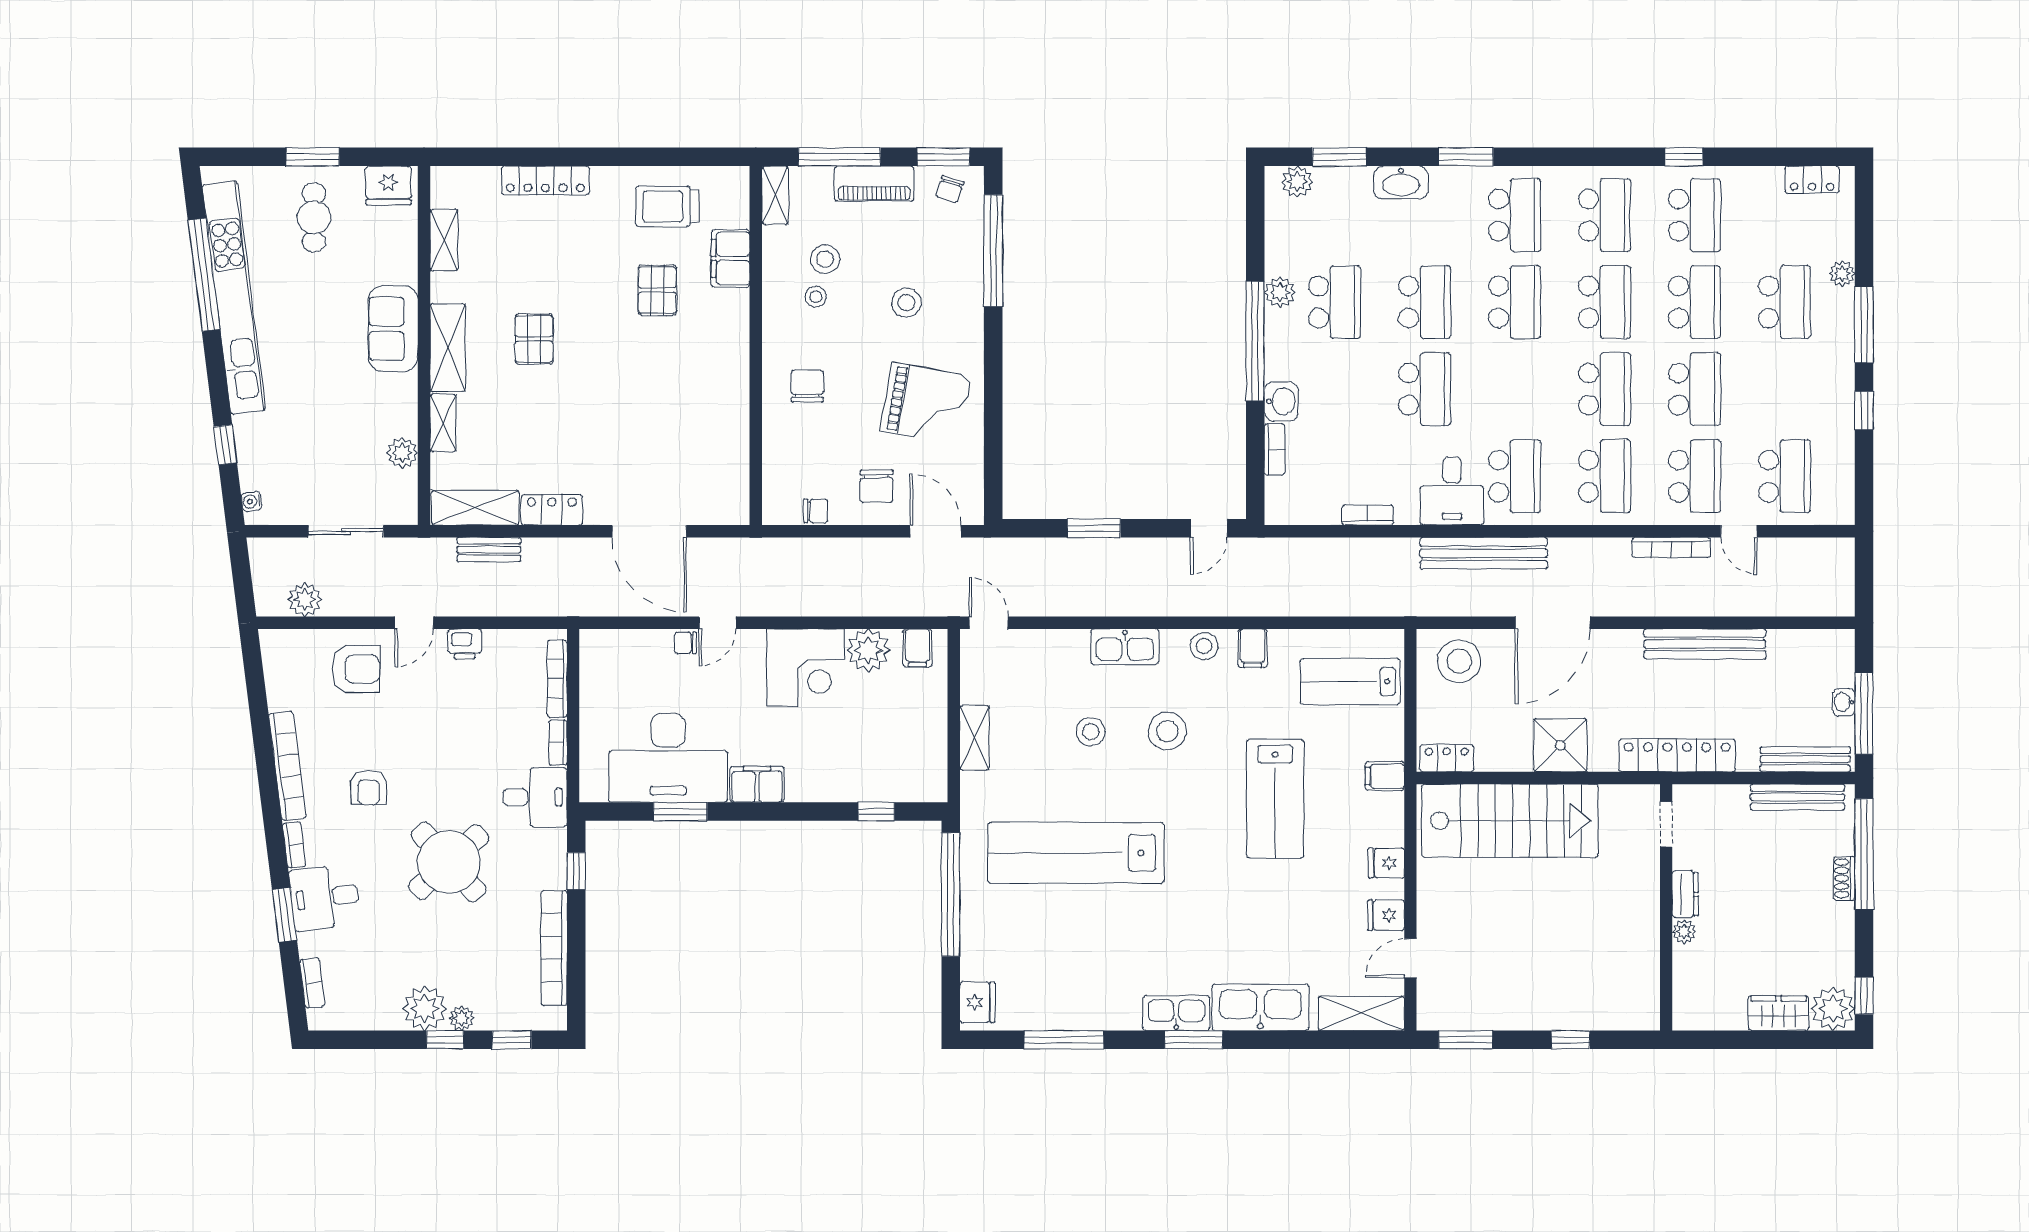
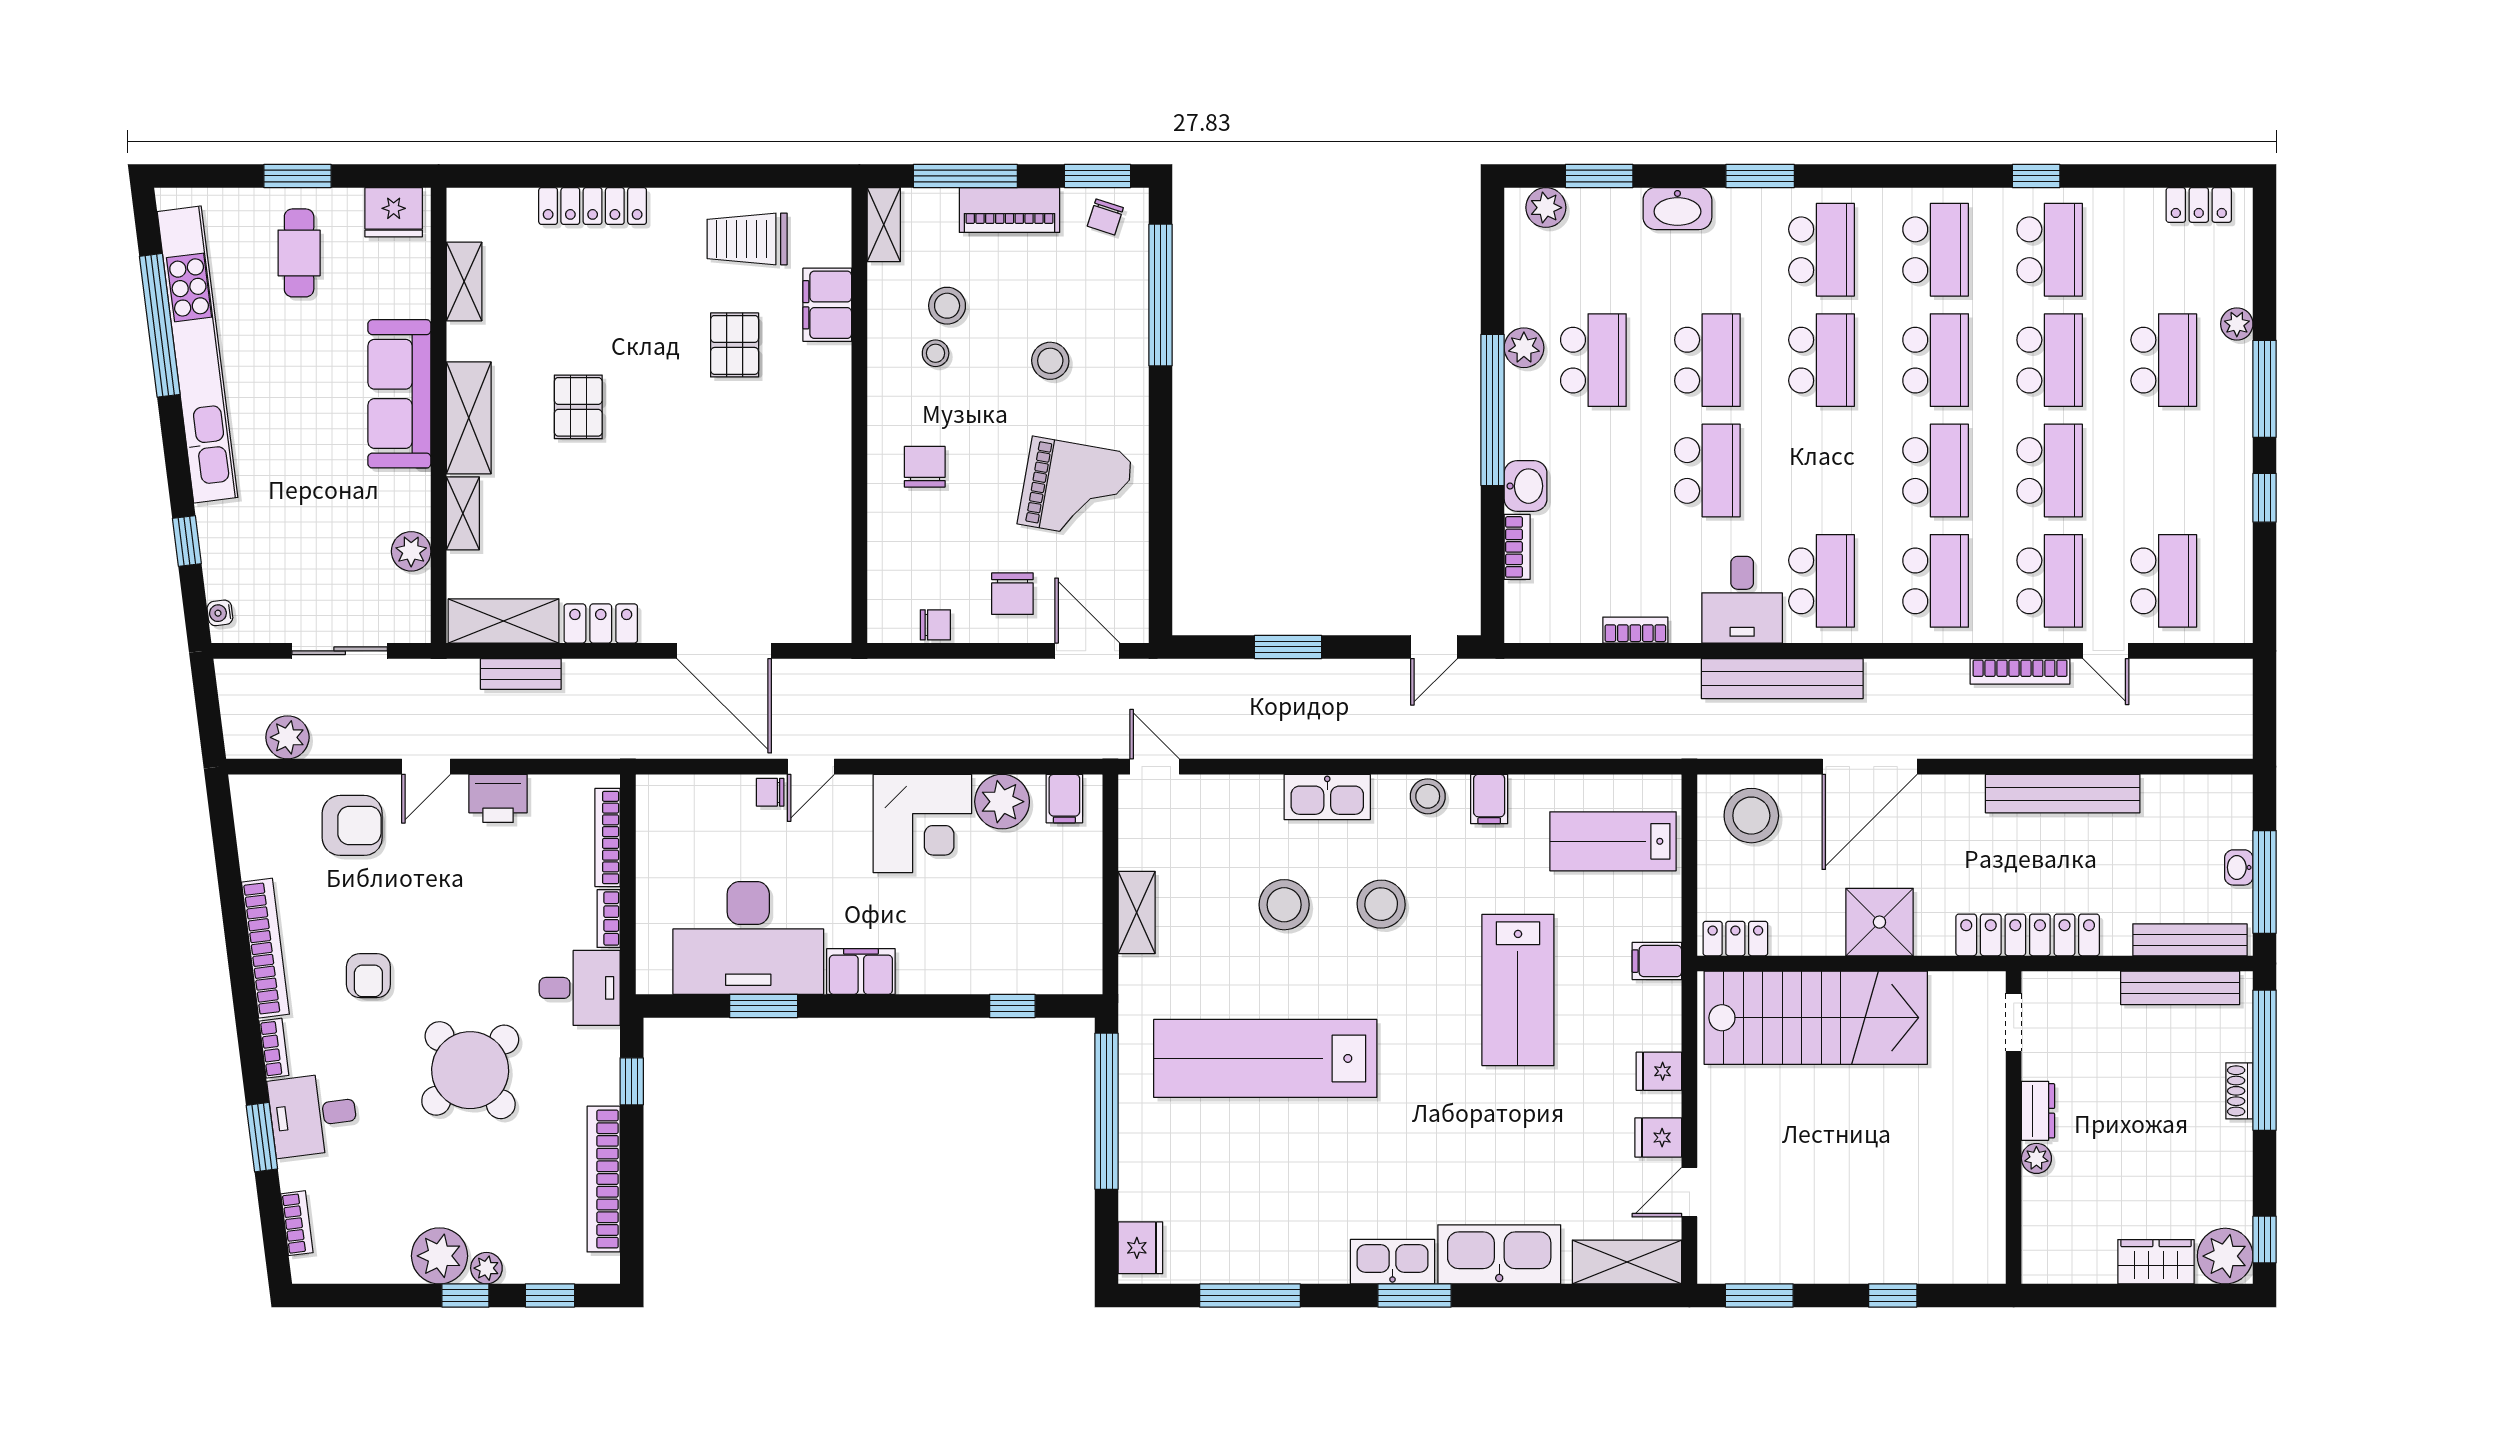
sofa: (393, 329) -> (399, 394), width x1.36
printer: (465, 644) -> (498, 798), width x1.36, depth x1.24
stool: (1091, 732) -> (1284, 905), width x1.38, depth x1.38

